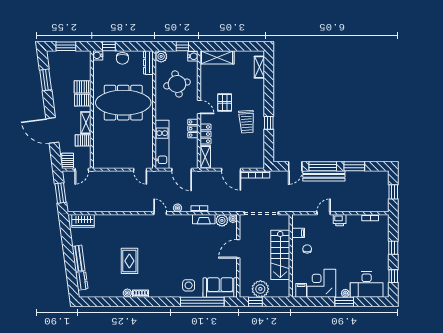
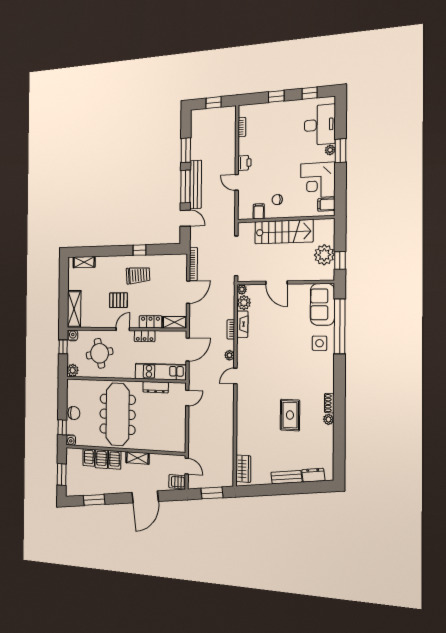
dresser: (148, 63) -> (156, 387), moved
server rack: (83, 140) -> (89, 457), moved
rug: (129, 261) -> (290, 415), turned 90

